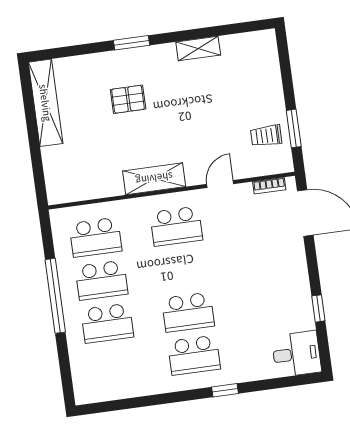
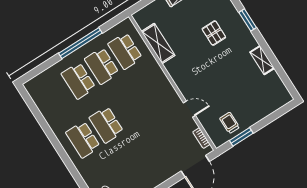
shelving: (154, 179) -> (158, 43), moved
school desk: (176, 226) -> (153, 95), removed
window: (225, 390) -> (71, 167), removed

